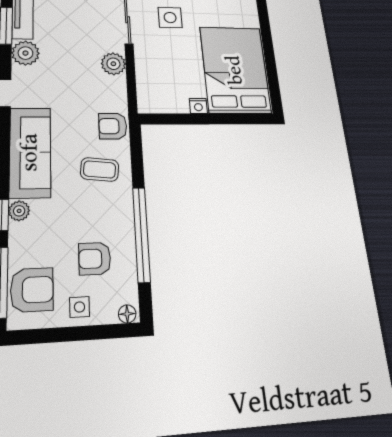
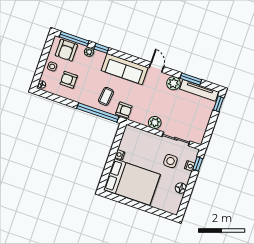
armchair: (113, 126) -> (124, 110), turned 90
plant: (19, 211) -> (89, 52), moved
window: (141, 234) -> (98, 113), moved
armchair: (95, 259) -> (69, 80), turned -90

